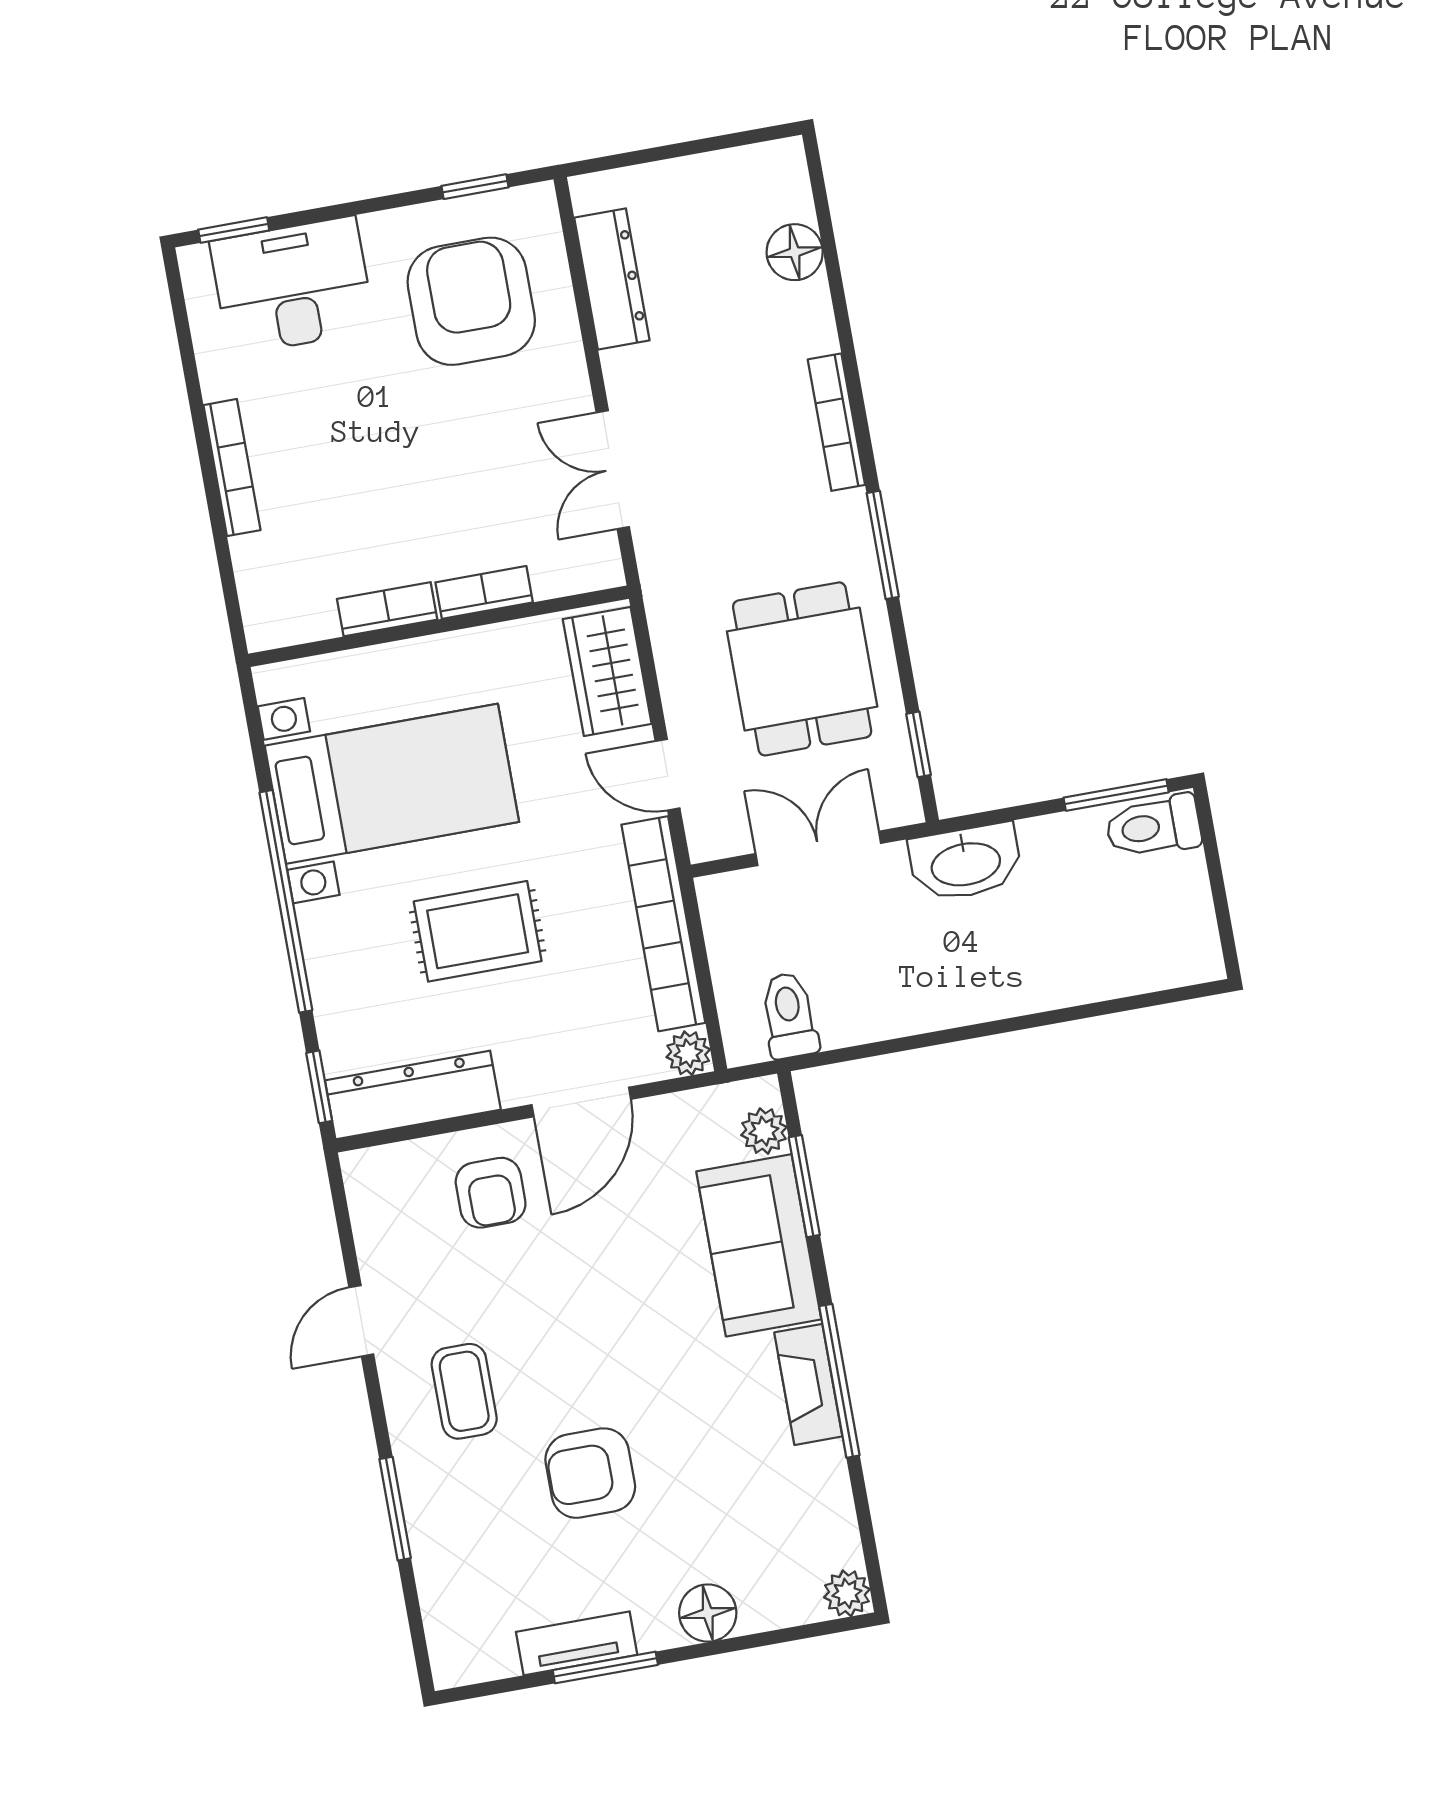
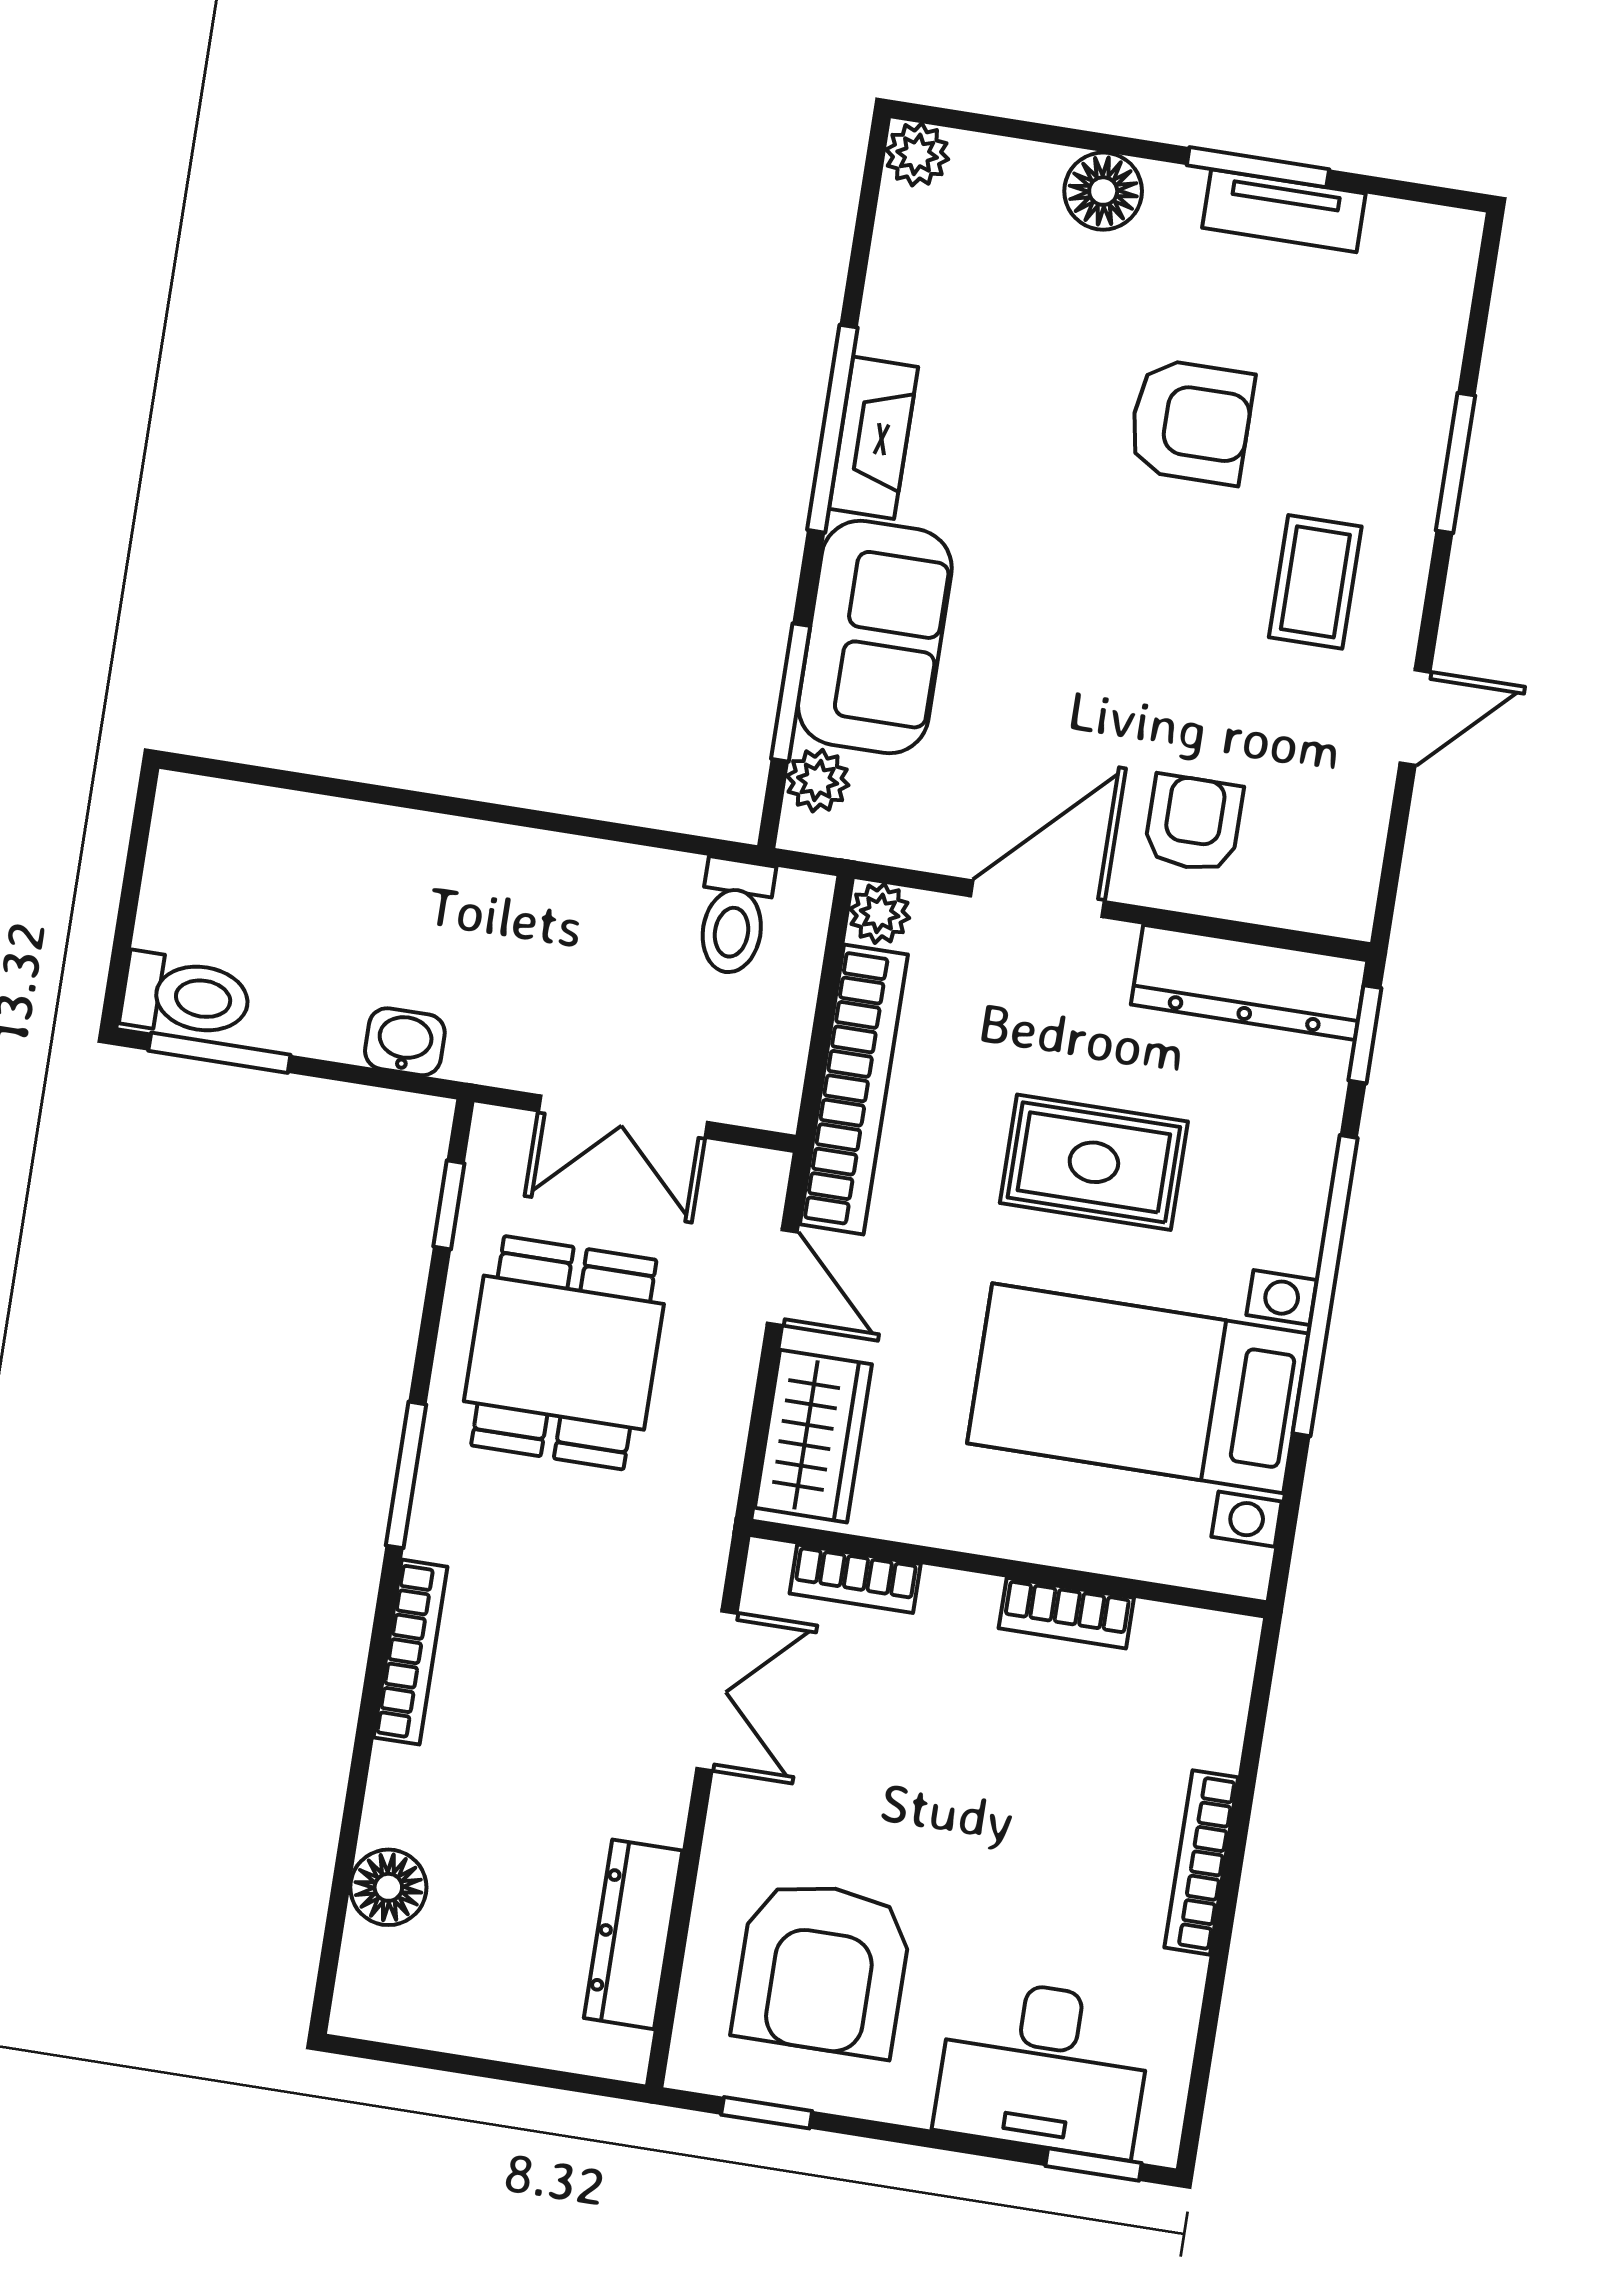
bookcase: (484, 592) -> (855, 1579), moved
washbasin: (965, 862) -> (405, 1042), width x0.52, depth x0.69

